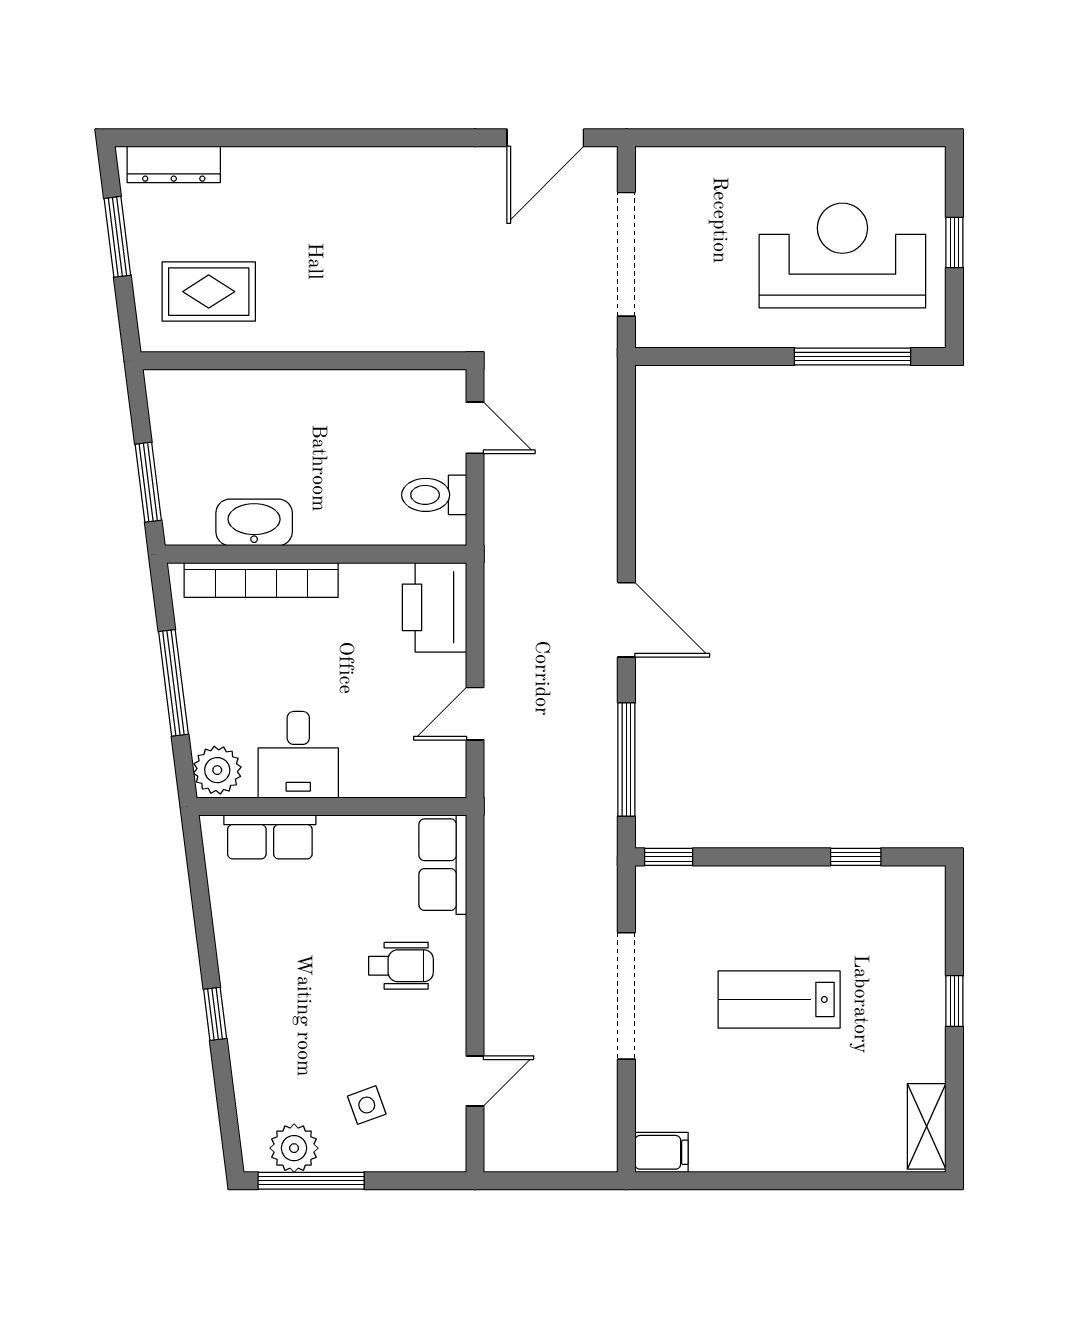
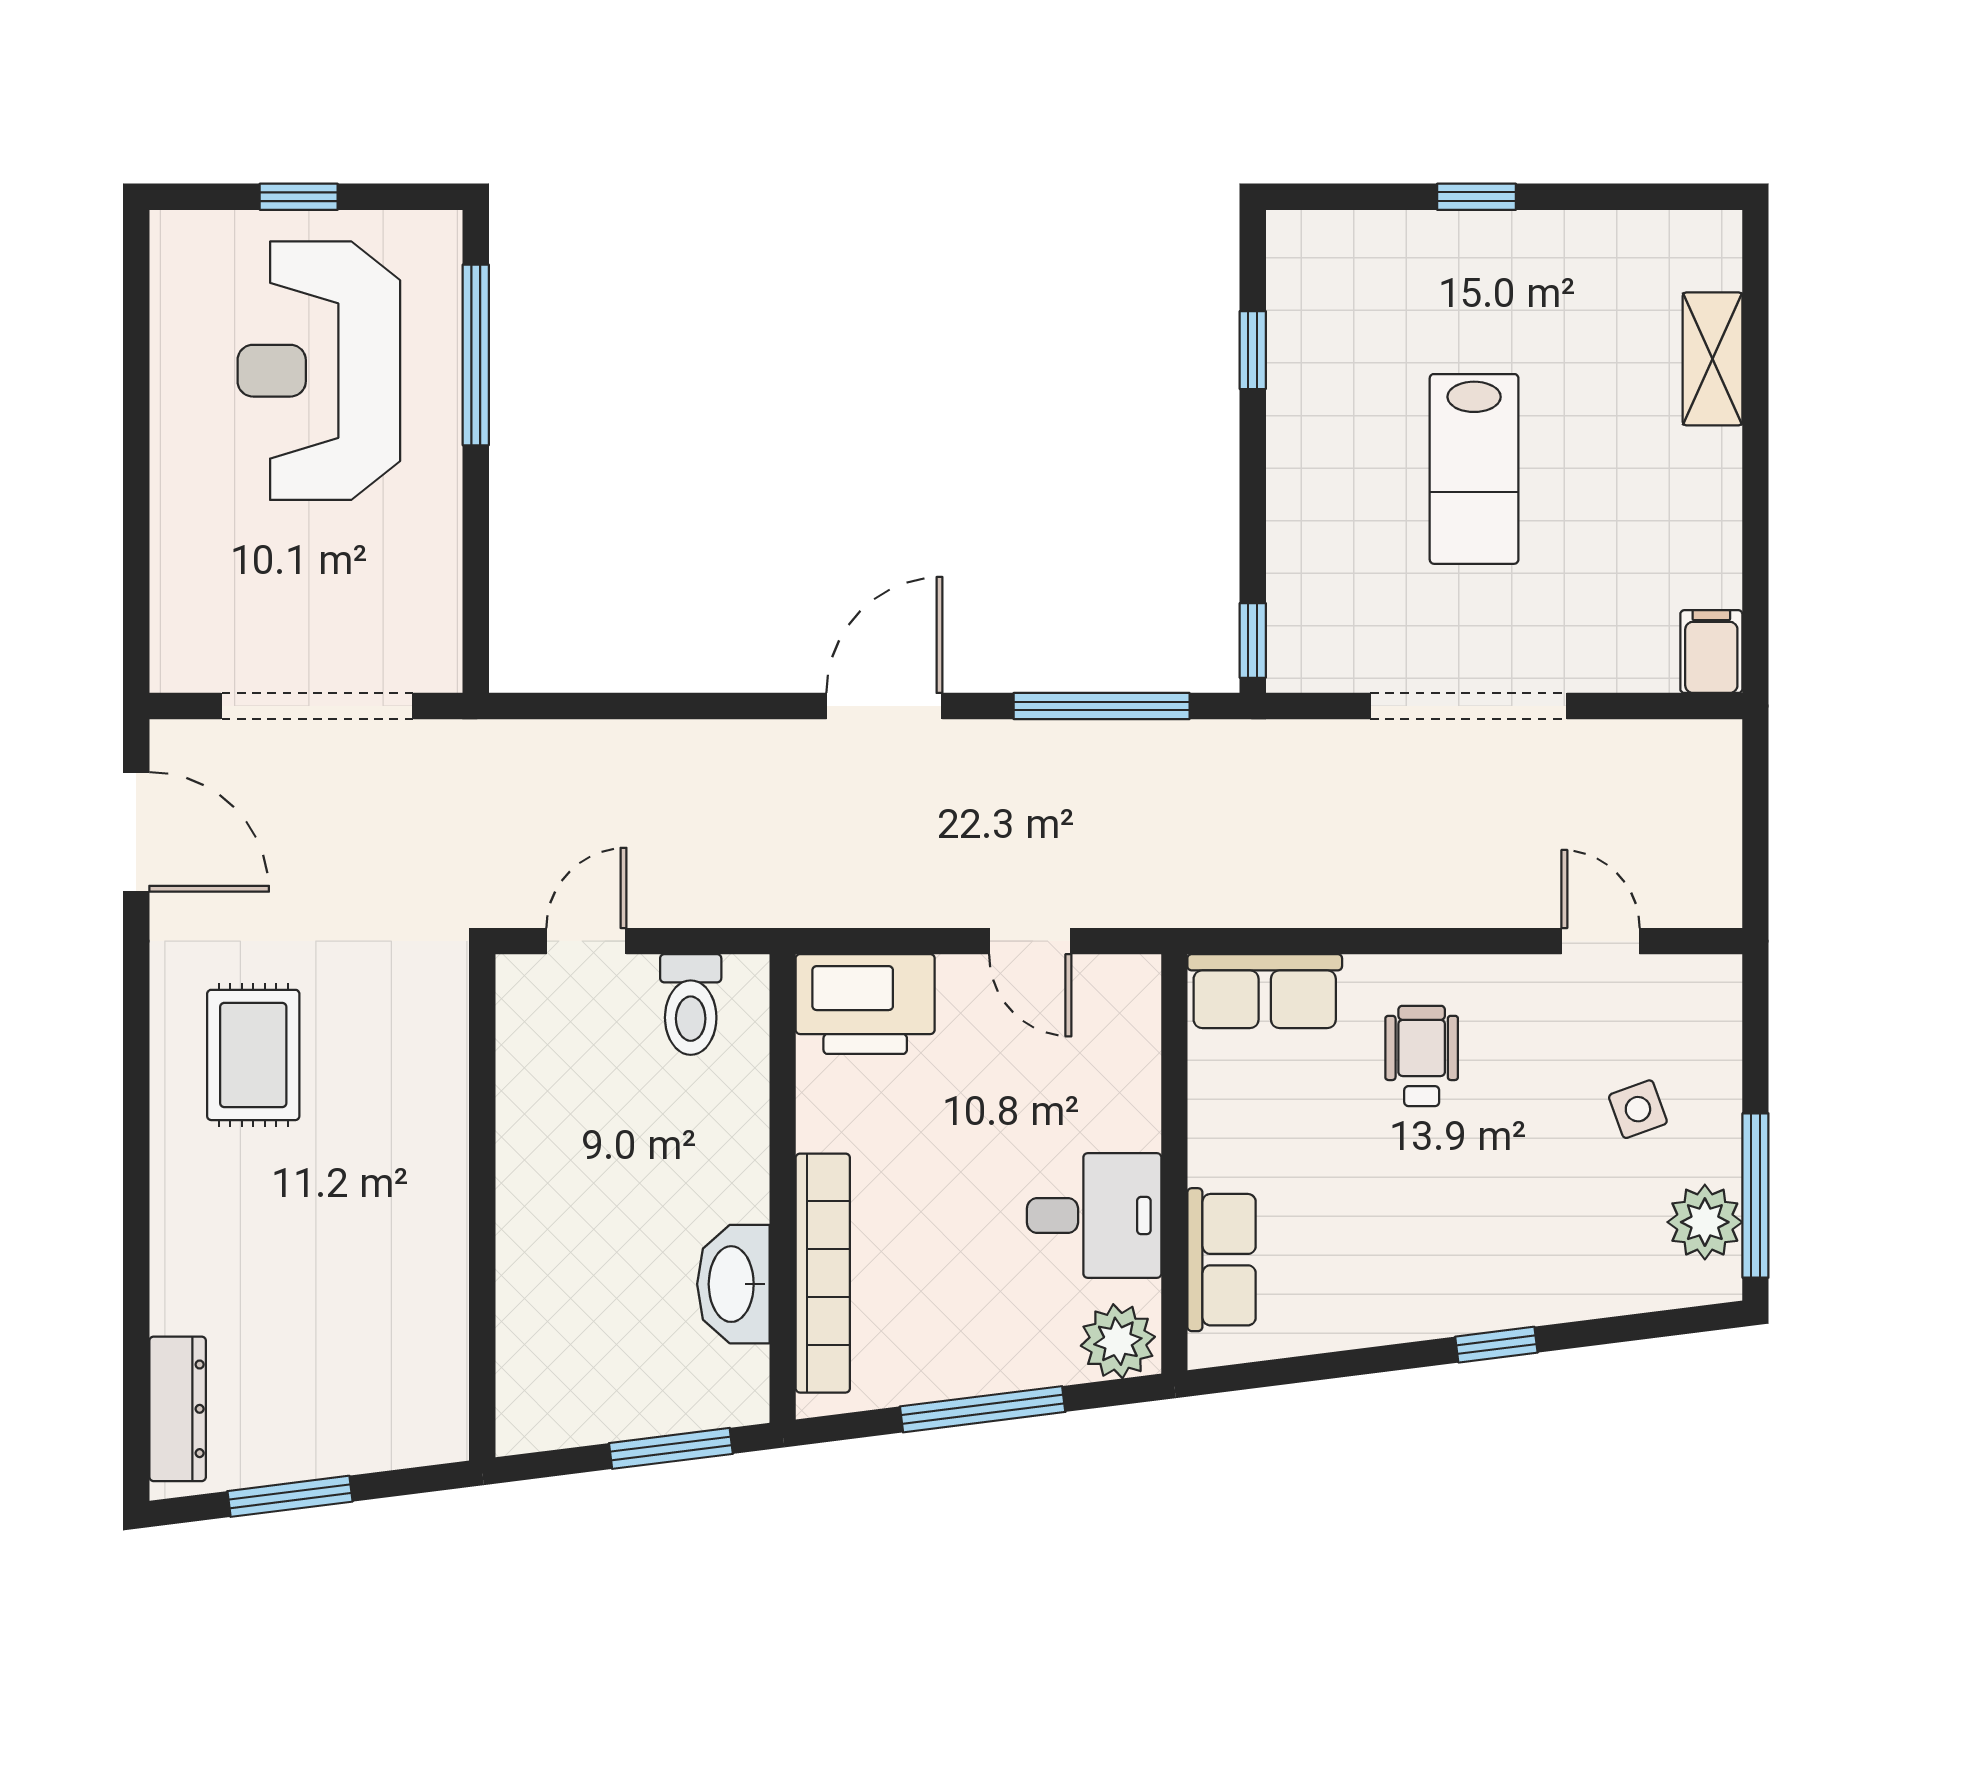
rug: (209, 292) -> (253, 1055), moved
shelving: (927, 1126) -> (1712, 359), moved, turned 90

